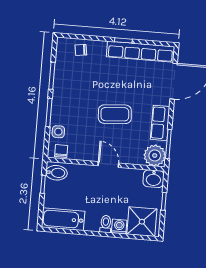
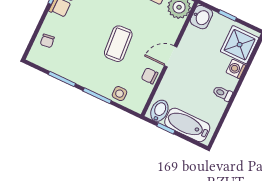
coffee table: (115, 114) -> (118, 44), moved
chair: (61, 151) -> (150, 76), moved
bathtub: (63, 219) -> (187, 125), moved, turned 90
toilet: (106, 224) -> (223, 93), moved

